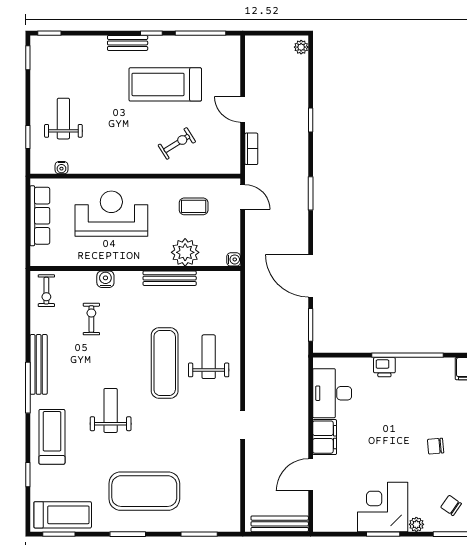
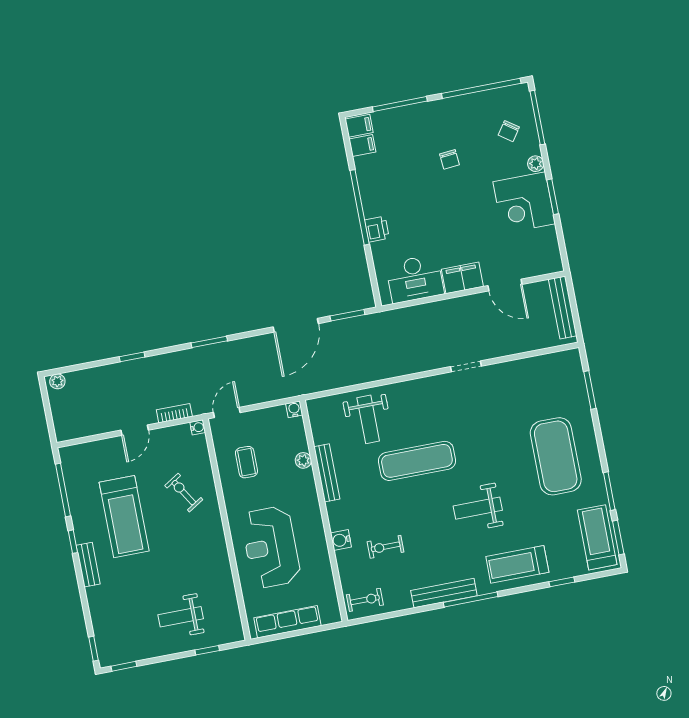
water cooler: (61, 168) -> (198, 427), moved
plant: (185, 252) -> (303, 460), width x0.53, depth x0.53
weight bench: (209, 357) -> (368, 419), moved, turned -90
window: (128, 534) -> (609, 491), moved

